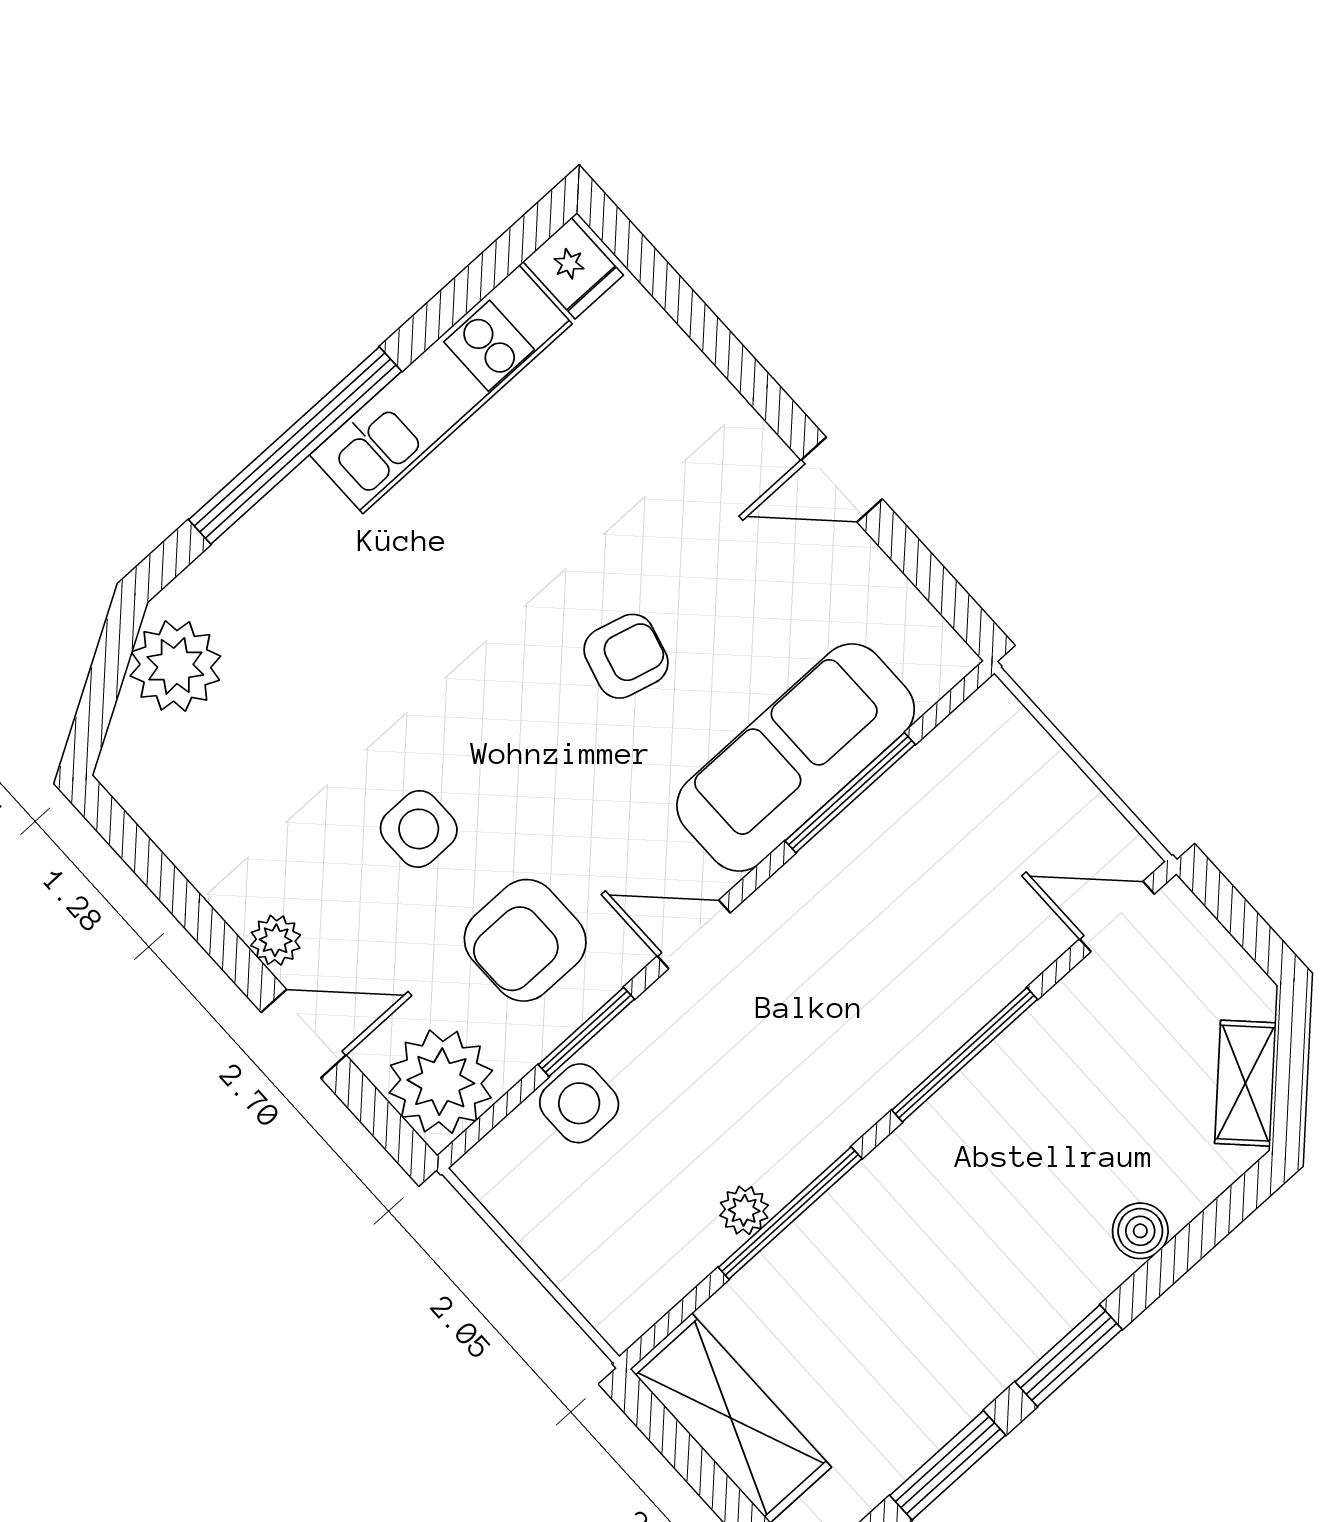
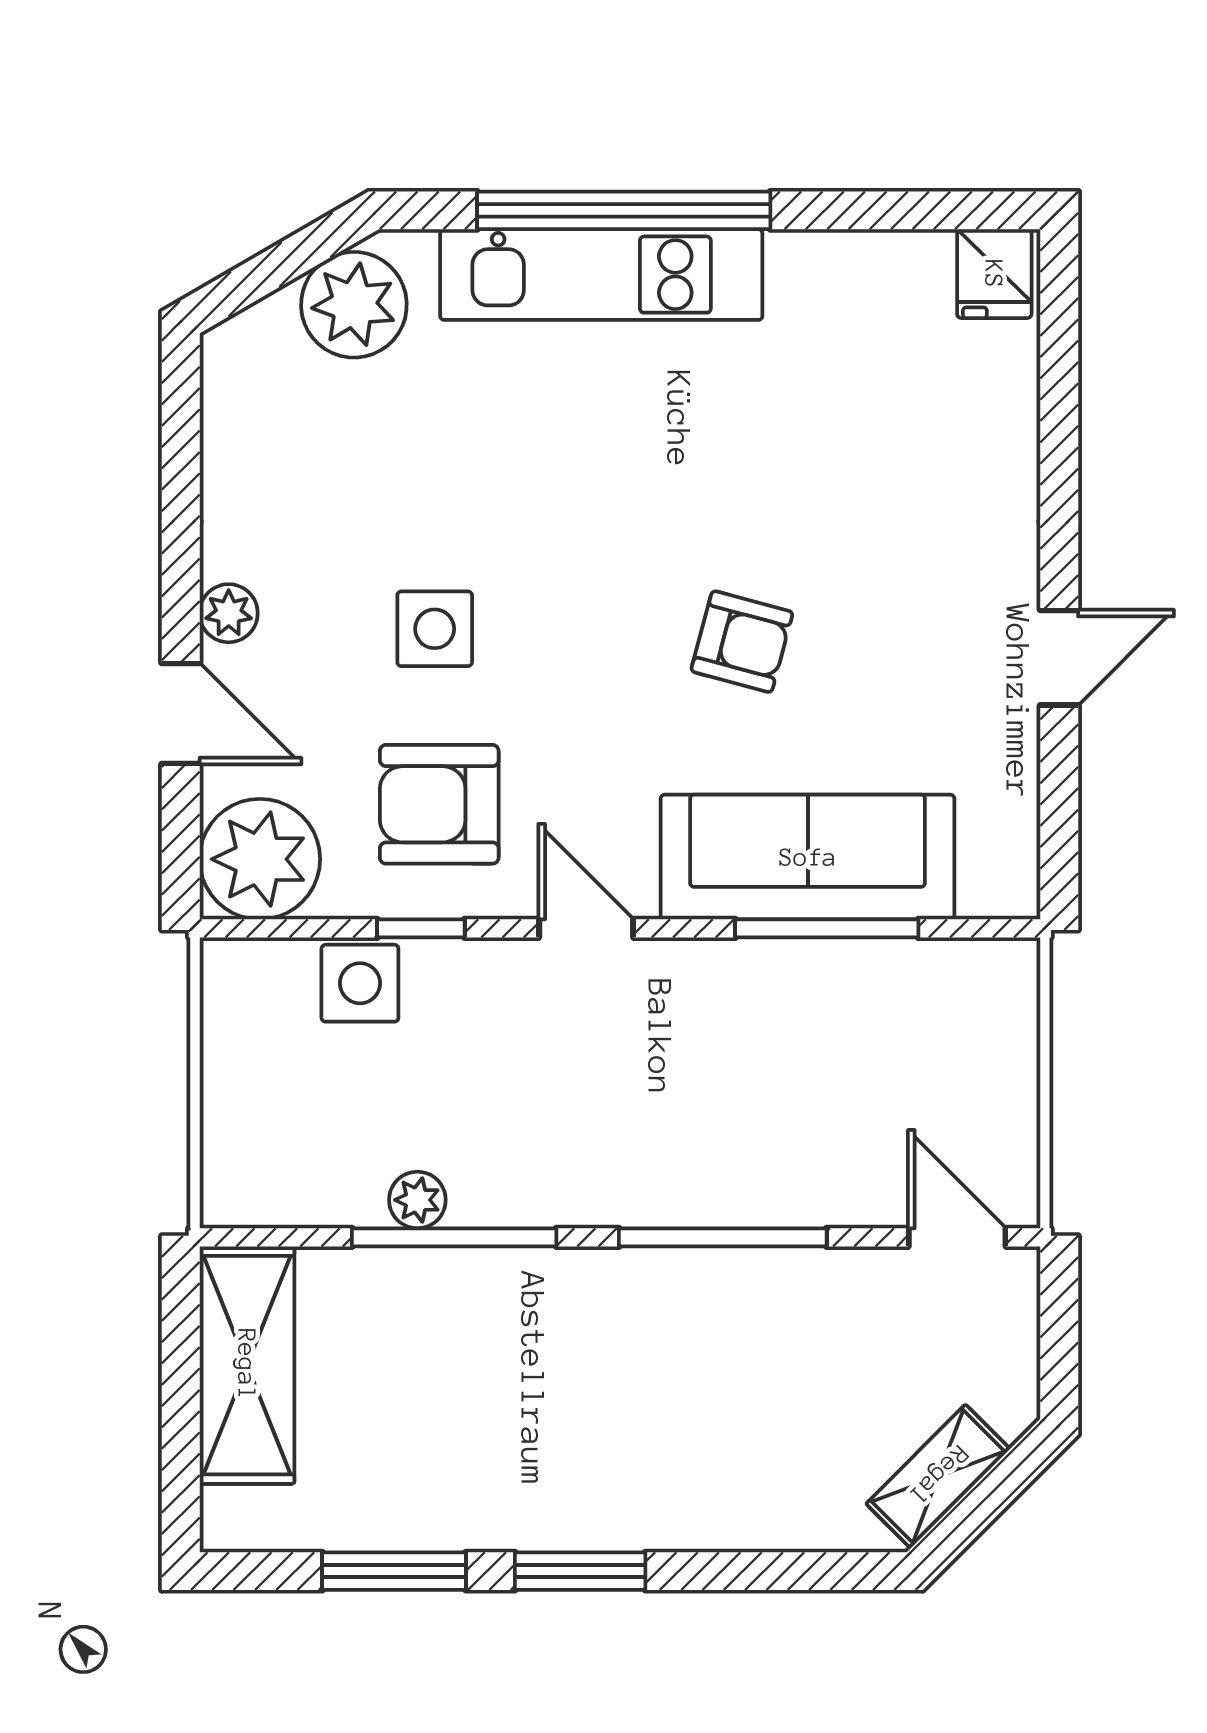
kitchen unit: (441, 389) -> (601, 275), moved
door: (842, 480) -> (1059, 658), swing flipped
window: (586, 1032) -> (421, 928), width x0.67
boiler: (1140, 1231) -> (736, 1521), removed

